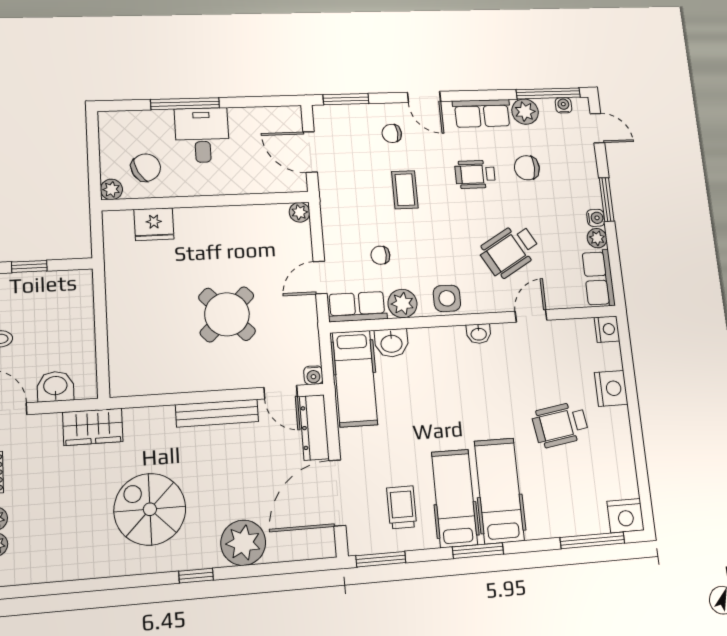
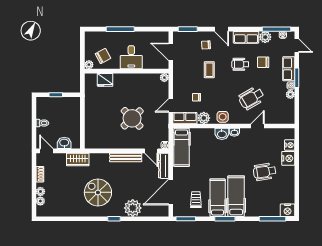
desk: (202, 135) -> (131, 57), moved, turned 180
row of seats: (599, 278) -> (289, 69), moved
nightstand: (607, 329) -> (290, 145), moved
washbasin: (391, 343) -> (222, 134), moved

